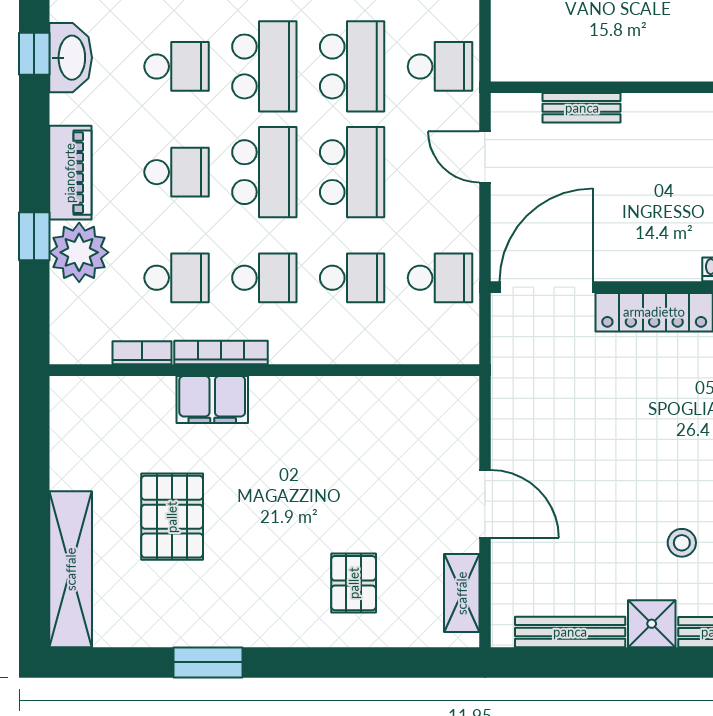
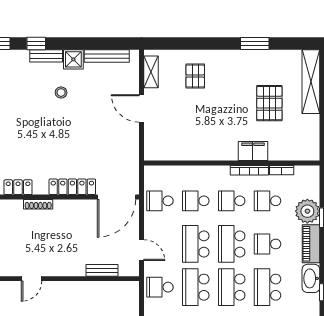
washbasin: (71, 58) -> (311, 278), moved
school desk: (177, 66) -> (268, 287), width x1.85

